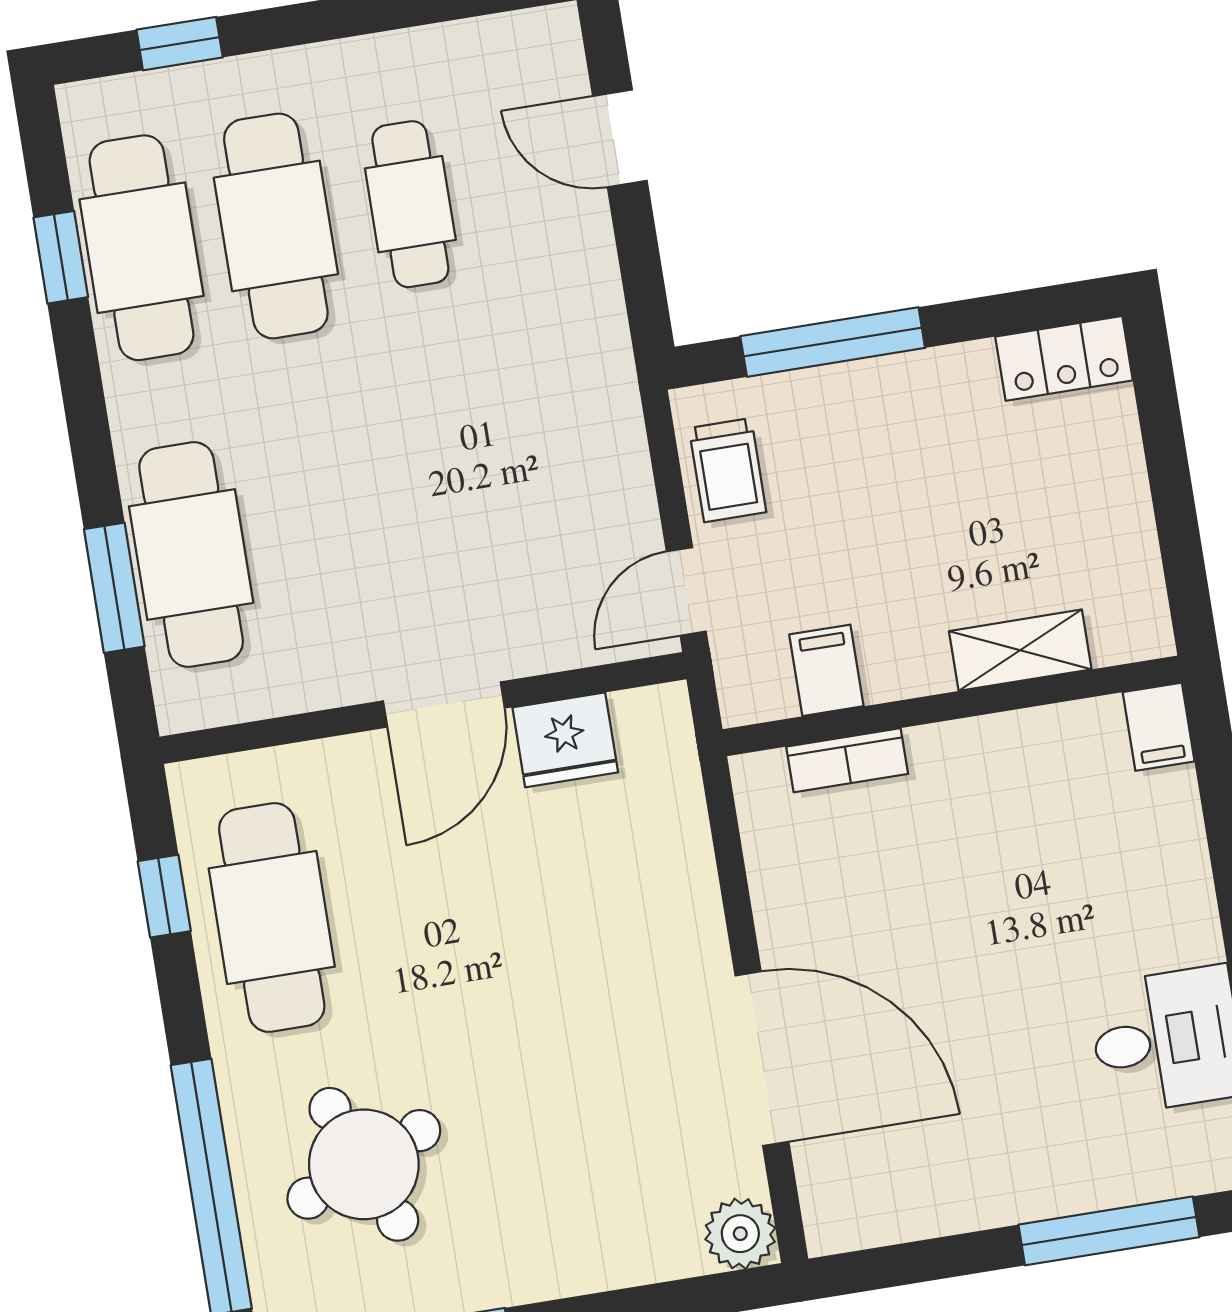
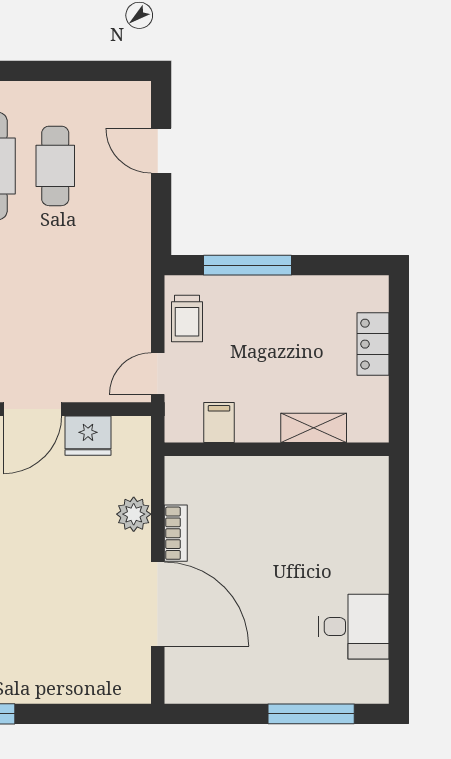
locker: (1064, 358) -> (373, 344), moved, turned 90
filing cabinet: (1159, 727) -> (374, 475), removed
bookcase: (847, 760) -> (176, 533), moved, turned -90
plant: (740, 1234) -> (134, 514), moved

